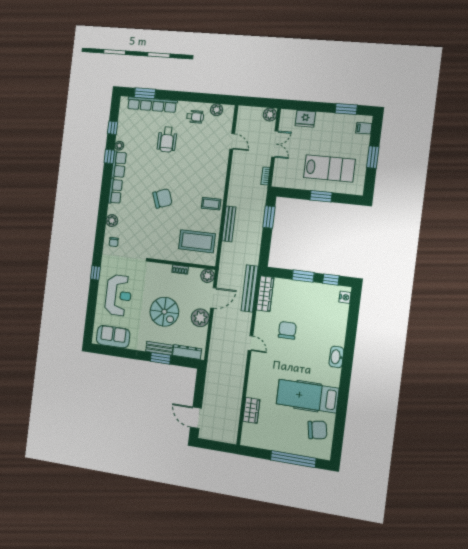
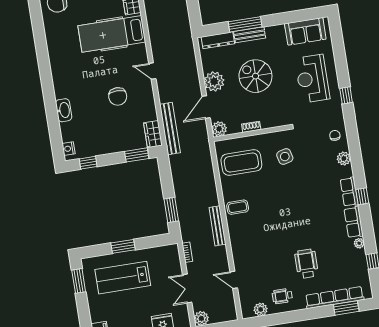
window: (109, 156) -> (362, 196), moved
window: (373, 157) -> (79, 281), moved
chair: (163, 198) -> (293, 198), removed
bench: (229, 224) -> (218, 226), moved
side table: (159, 236) -> (285, 157), added
window: (303, 276) -> (137, 155), moved
wardrobe: (265, 294) -> (153, 134), width x0.67
washbasin: (336, 357) -> (64, 110), moved
window: (160, 358) -> (245, 24), width x1.44
hospital bed: (308, 396) -> (112, 34), moved, turned 180

